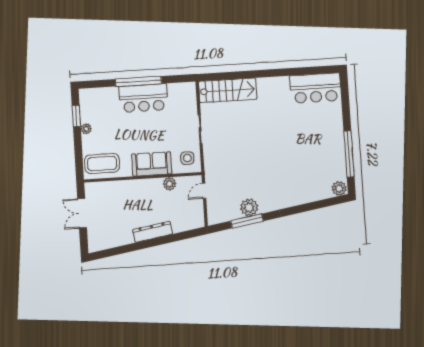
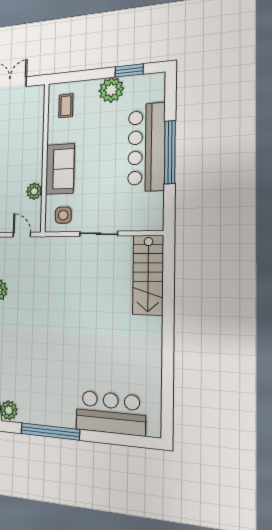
bar counter: (316, 88) -> (110, 413), moved, turned 90
bar counter: (143, 98) -> (146, 147), width x1.36
plant: (86, 129) -> (111, 90), width x1.88, depth x1.88
coffee table: (102, 164) -> (66, 106), width x0.54, depth x0.58

